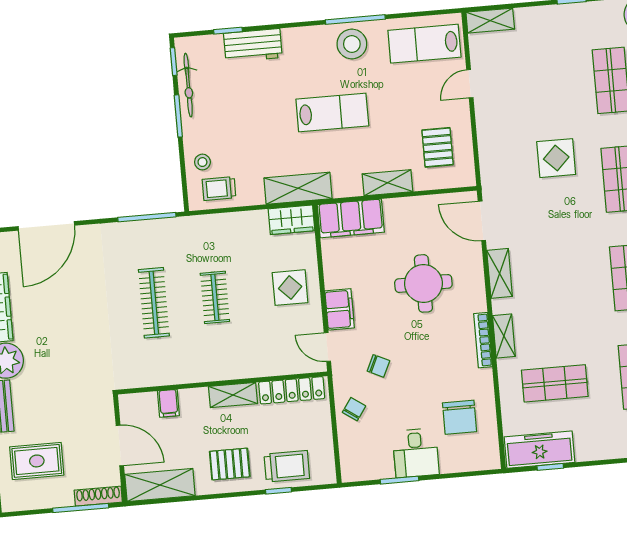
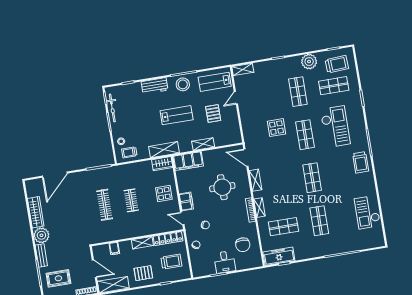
workbench: (253, 45) -> (155, 86), moved
pallet: (438, 147) -> (213, 114), moved
trolley: (287, 466) -> (171, 262), moved

